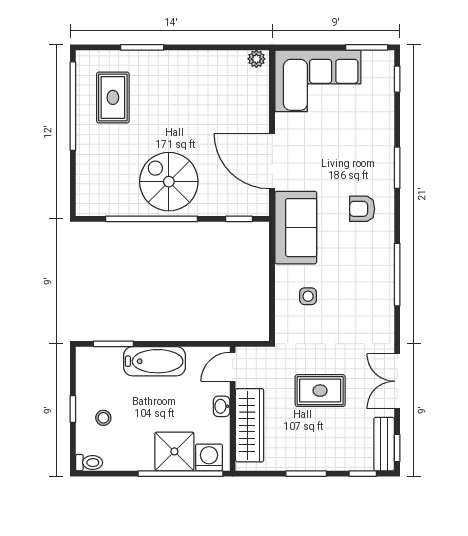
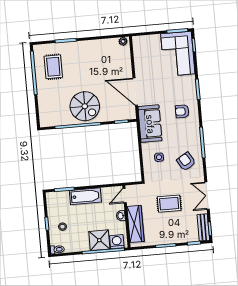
corner sofa: (318, 81) -> (178, 54), moved, turned 90
spiral stairs: (169, 182) -> (85, 106), turned 180
armchair: (361, 309) -> (186, 161), added

